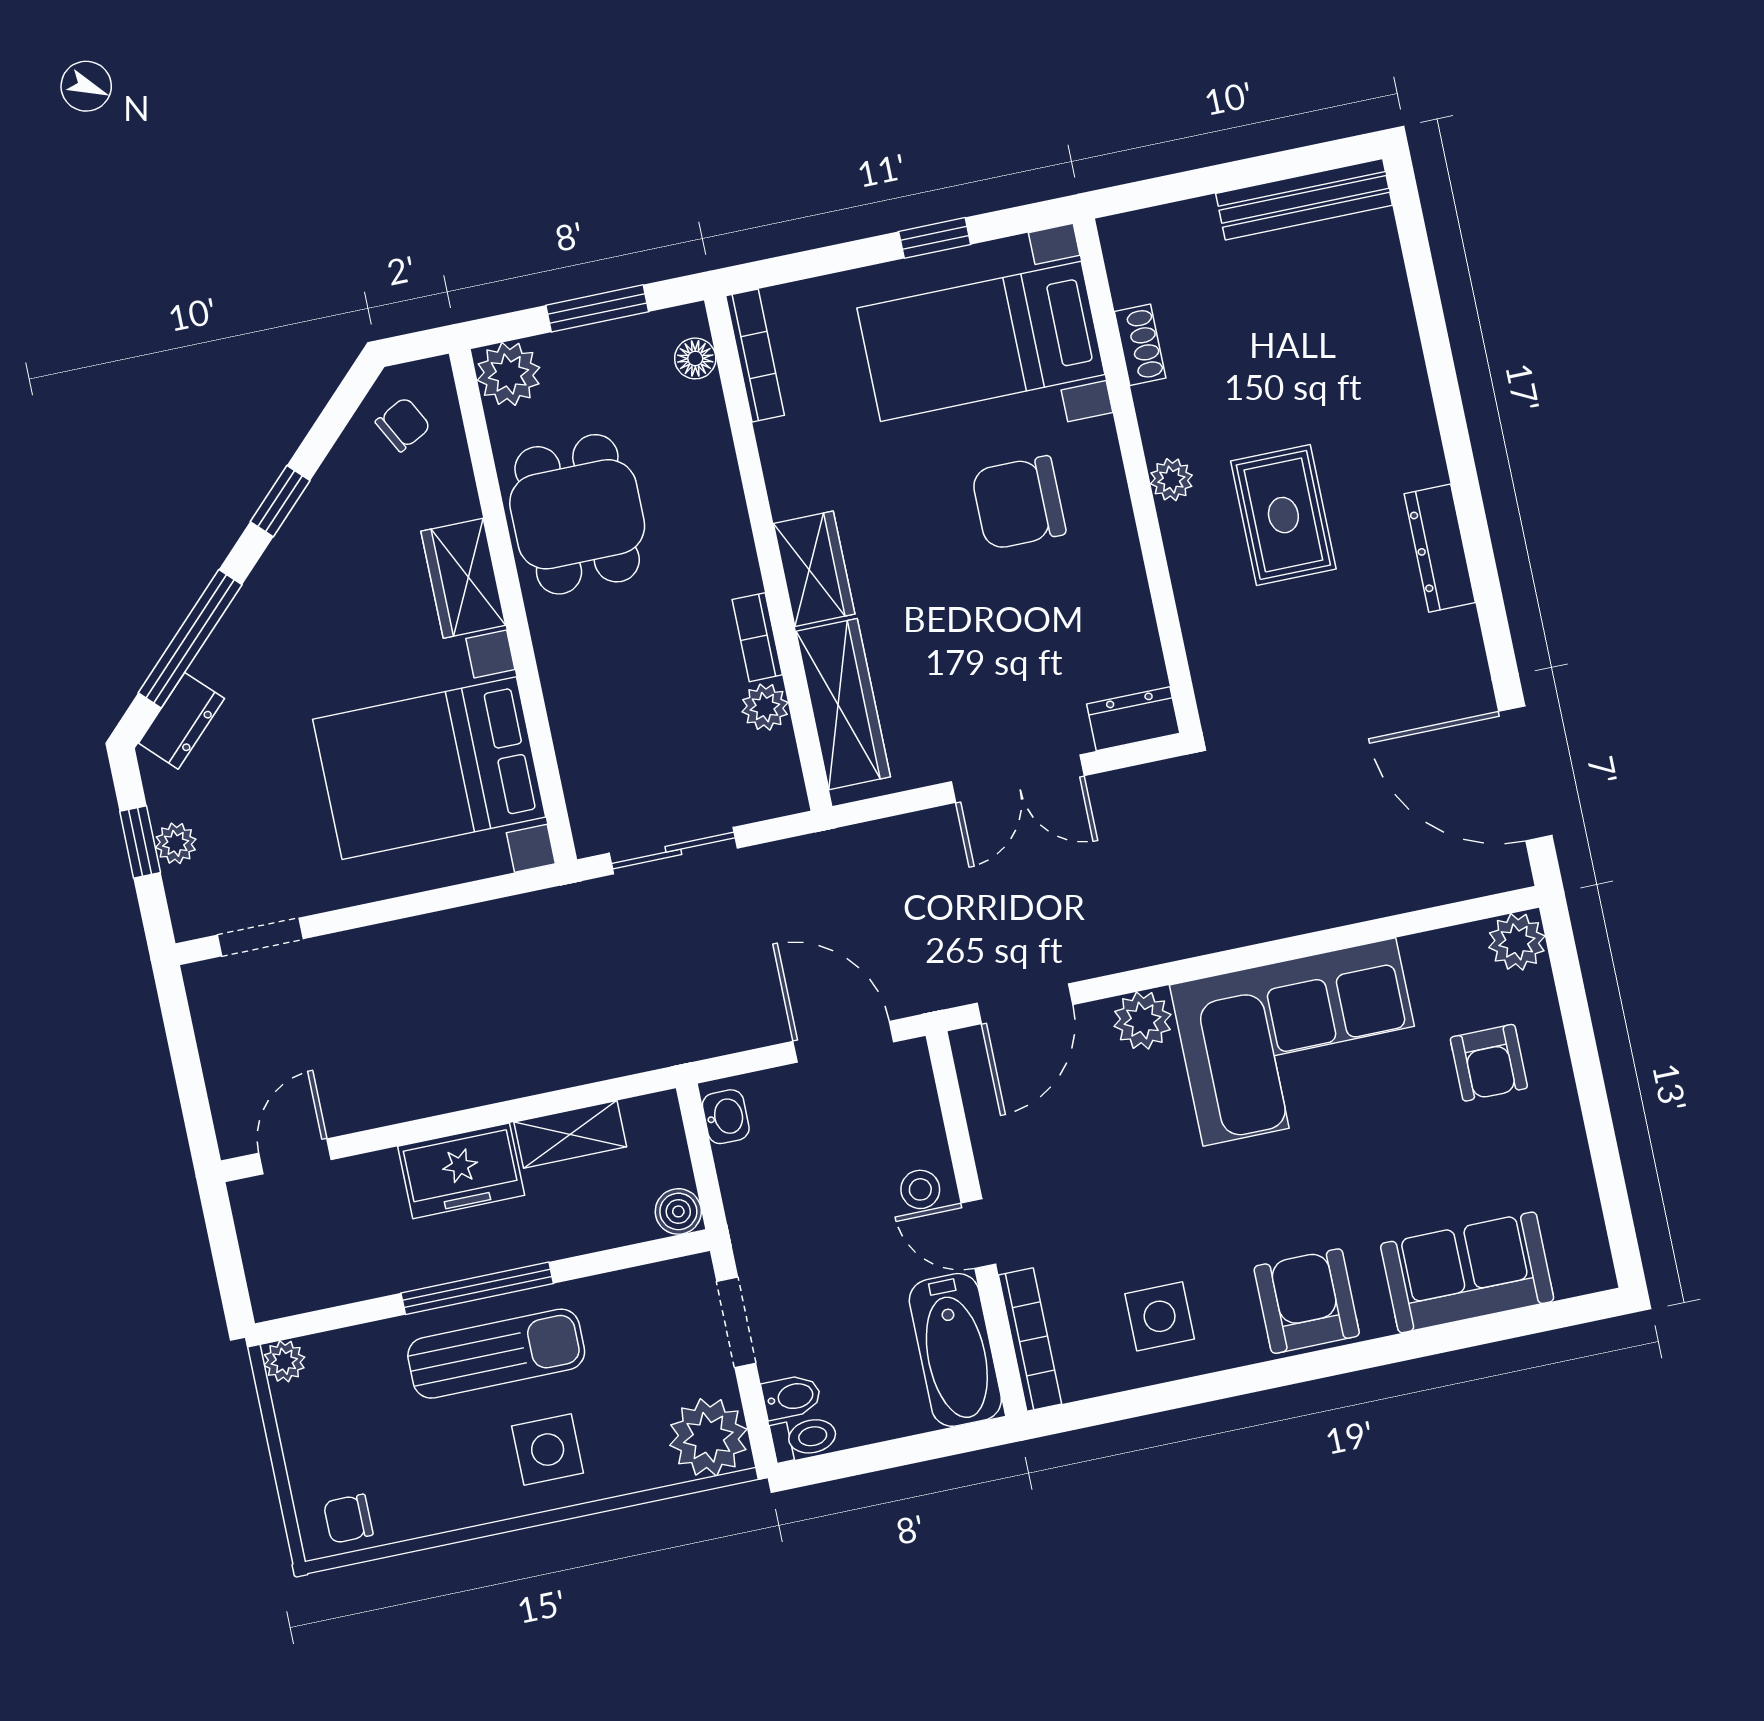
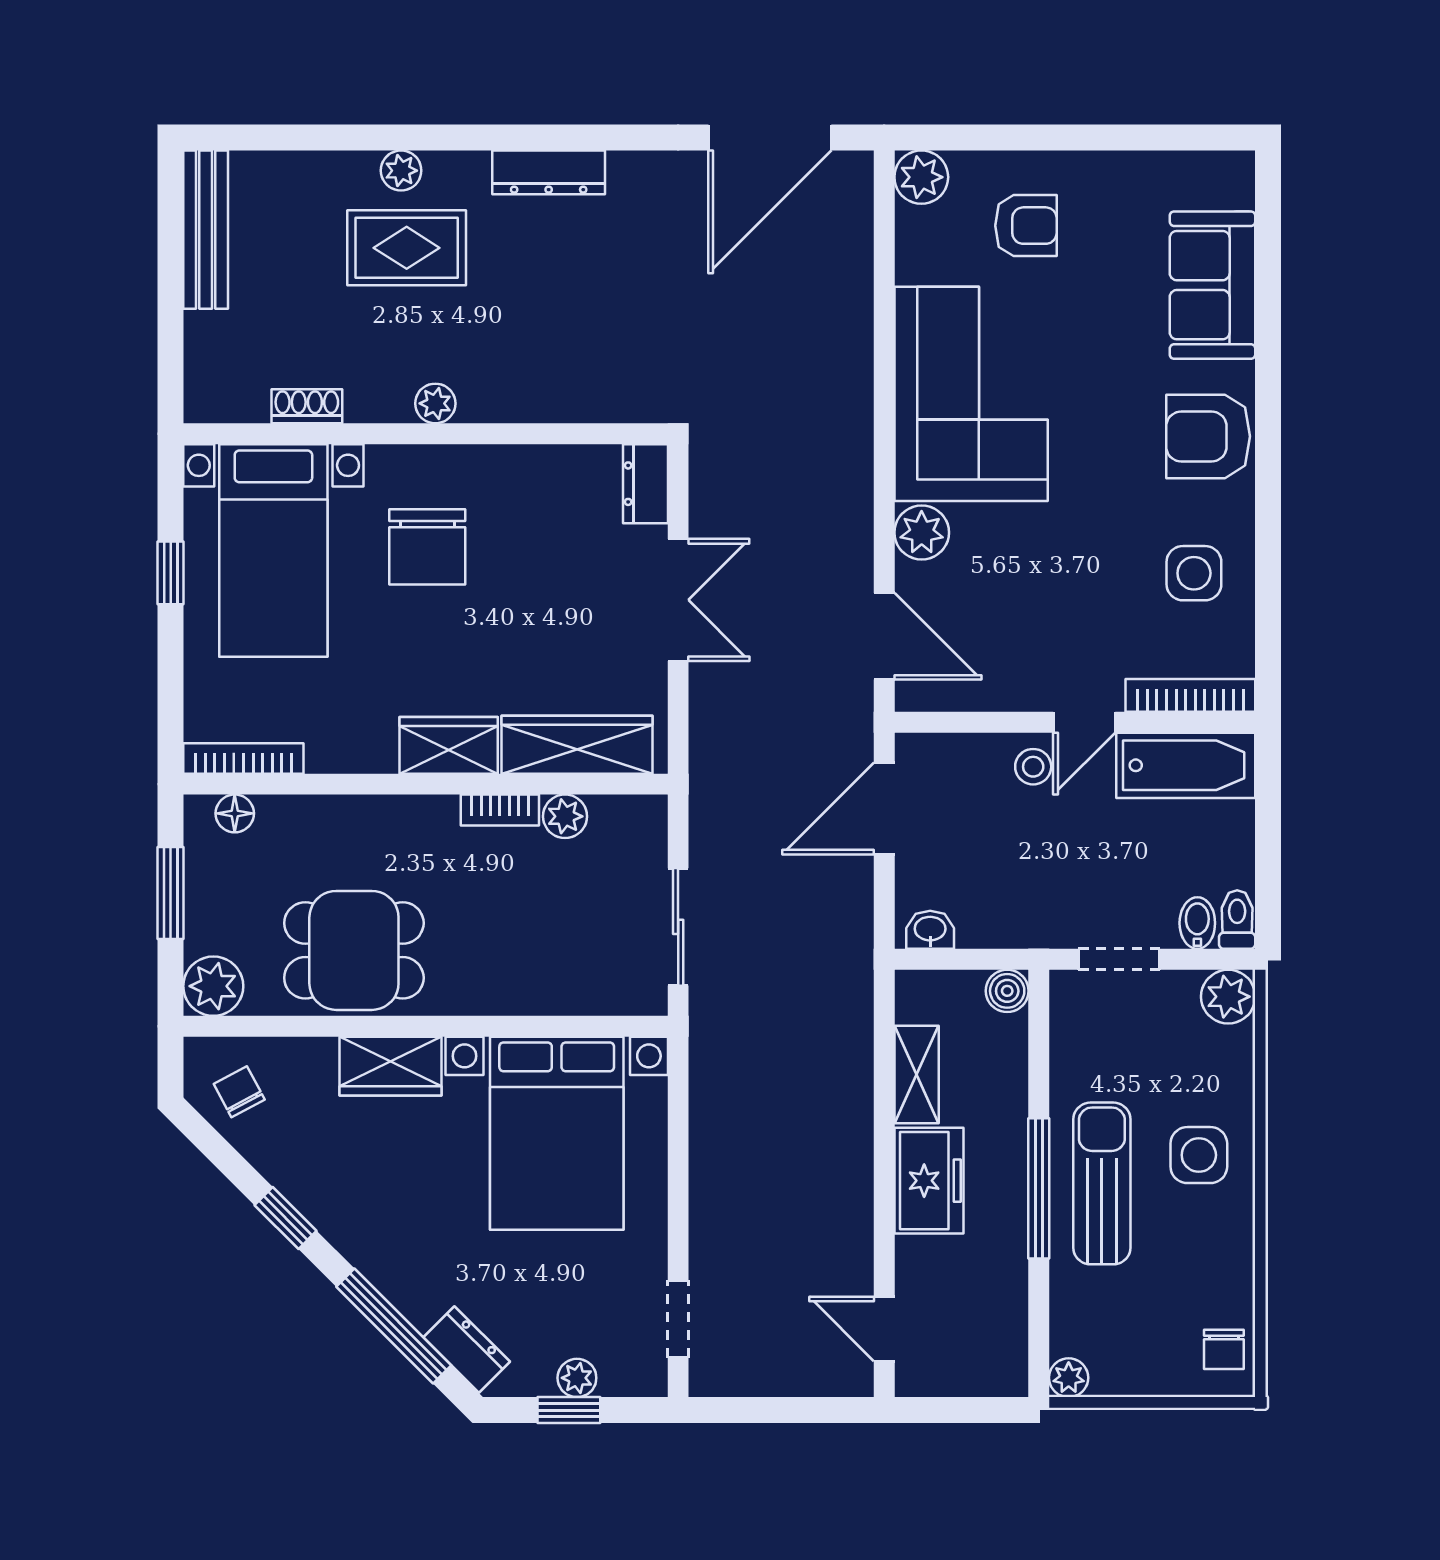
plant: (1409, 392) -> (401, 171), added
rug: (1283, 515) -> (407, 248), moved
plant: (708, 1437) -> (1228, 997), width x0.73, depth x0.73

